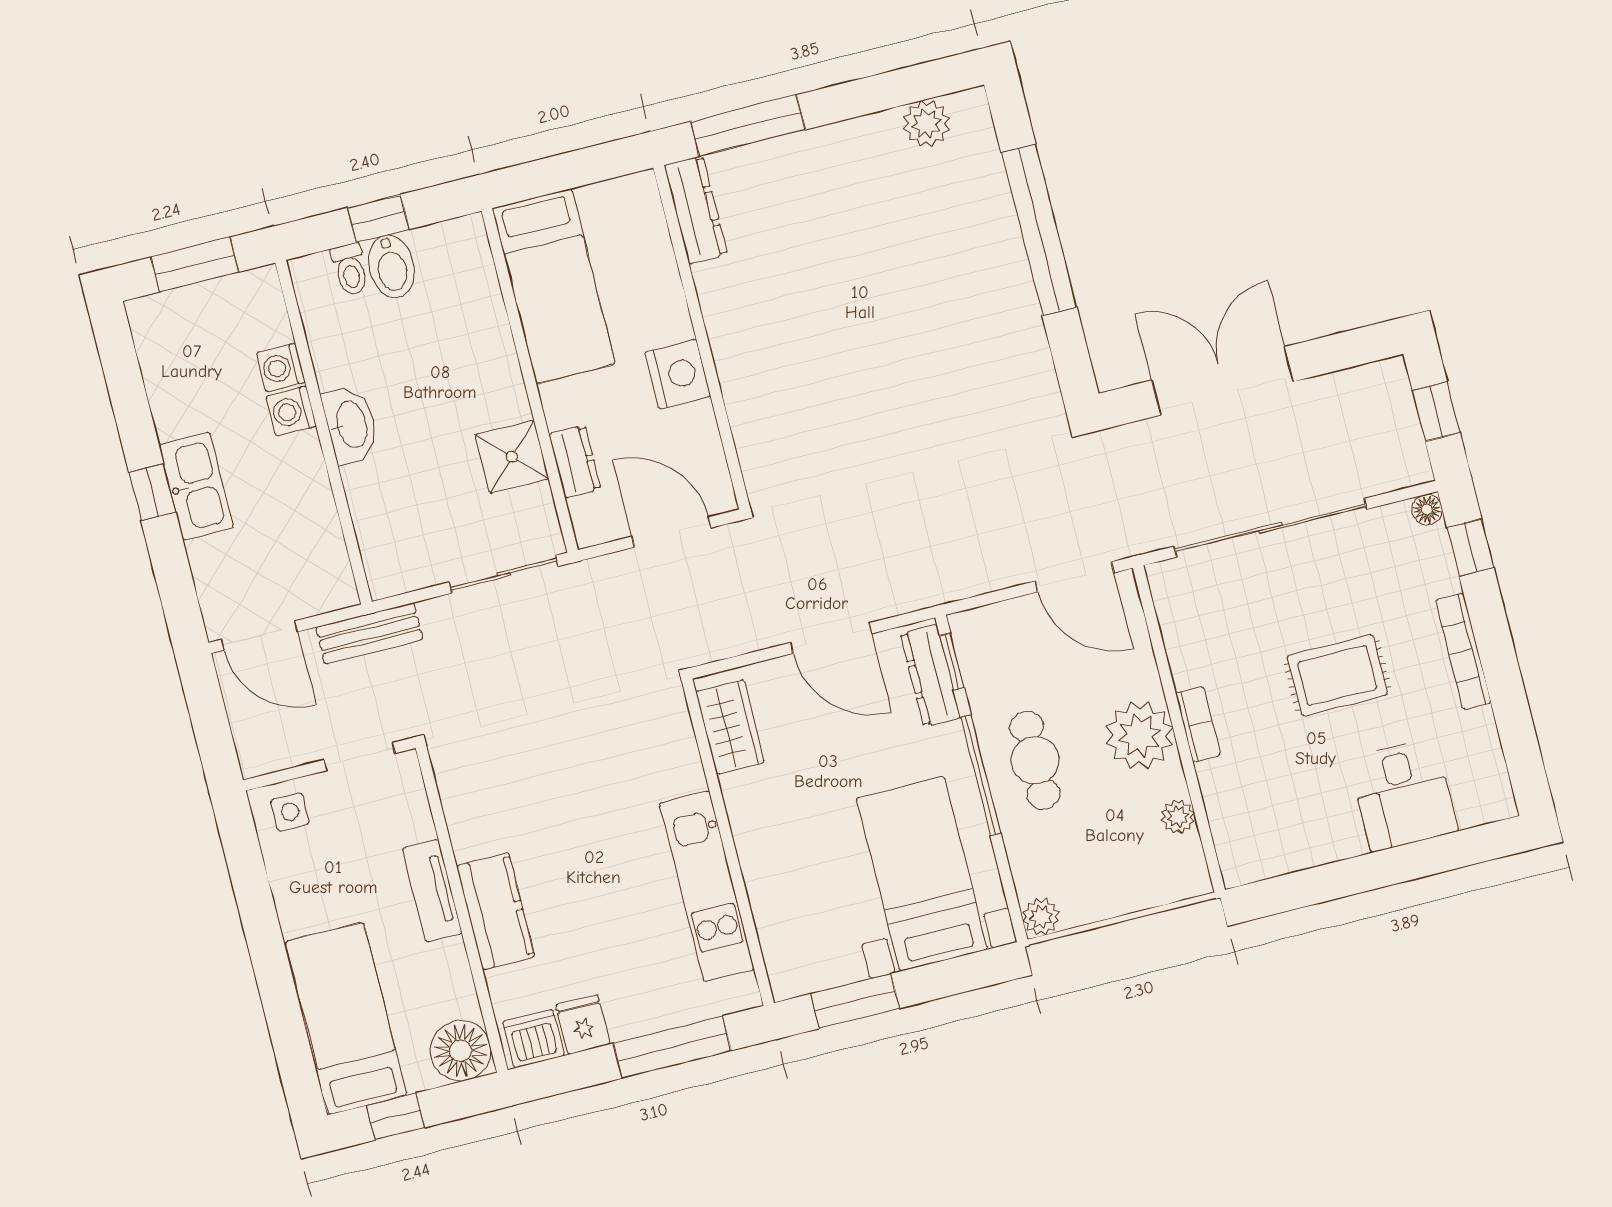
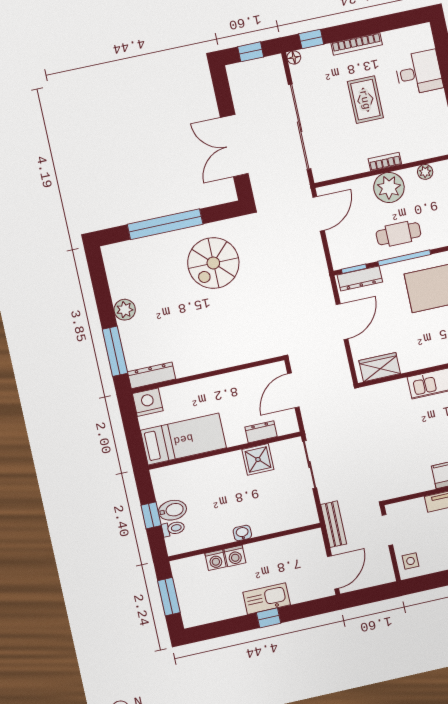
plant: (926, 124) -> (125, 310), moved
spiral stairs: (955, 342) -> (213, 263), added
nightstand: (678, 374) -> (148, 402), moved
washbasin: (351, 425) -> (242, 533), width x0.52, depth x0.69

